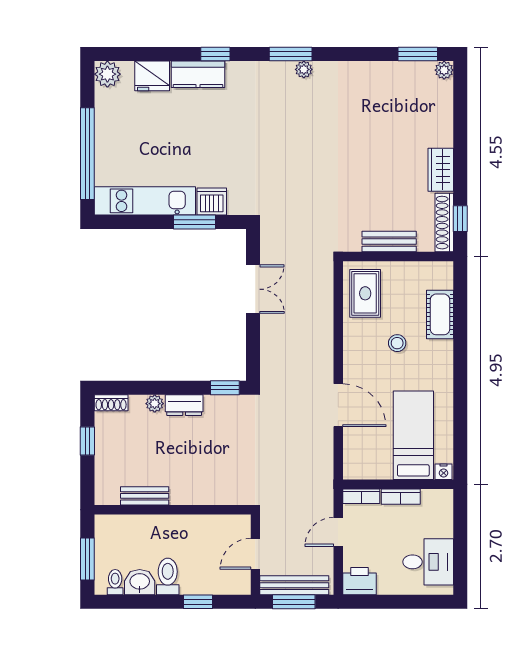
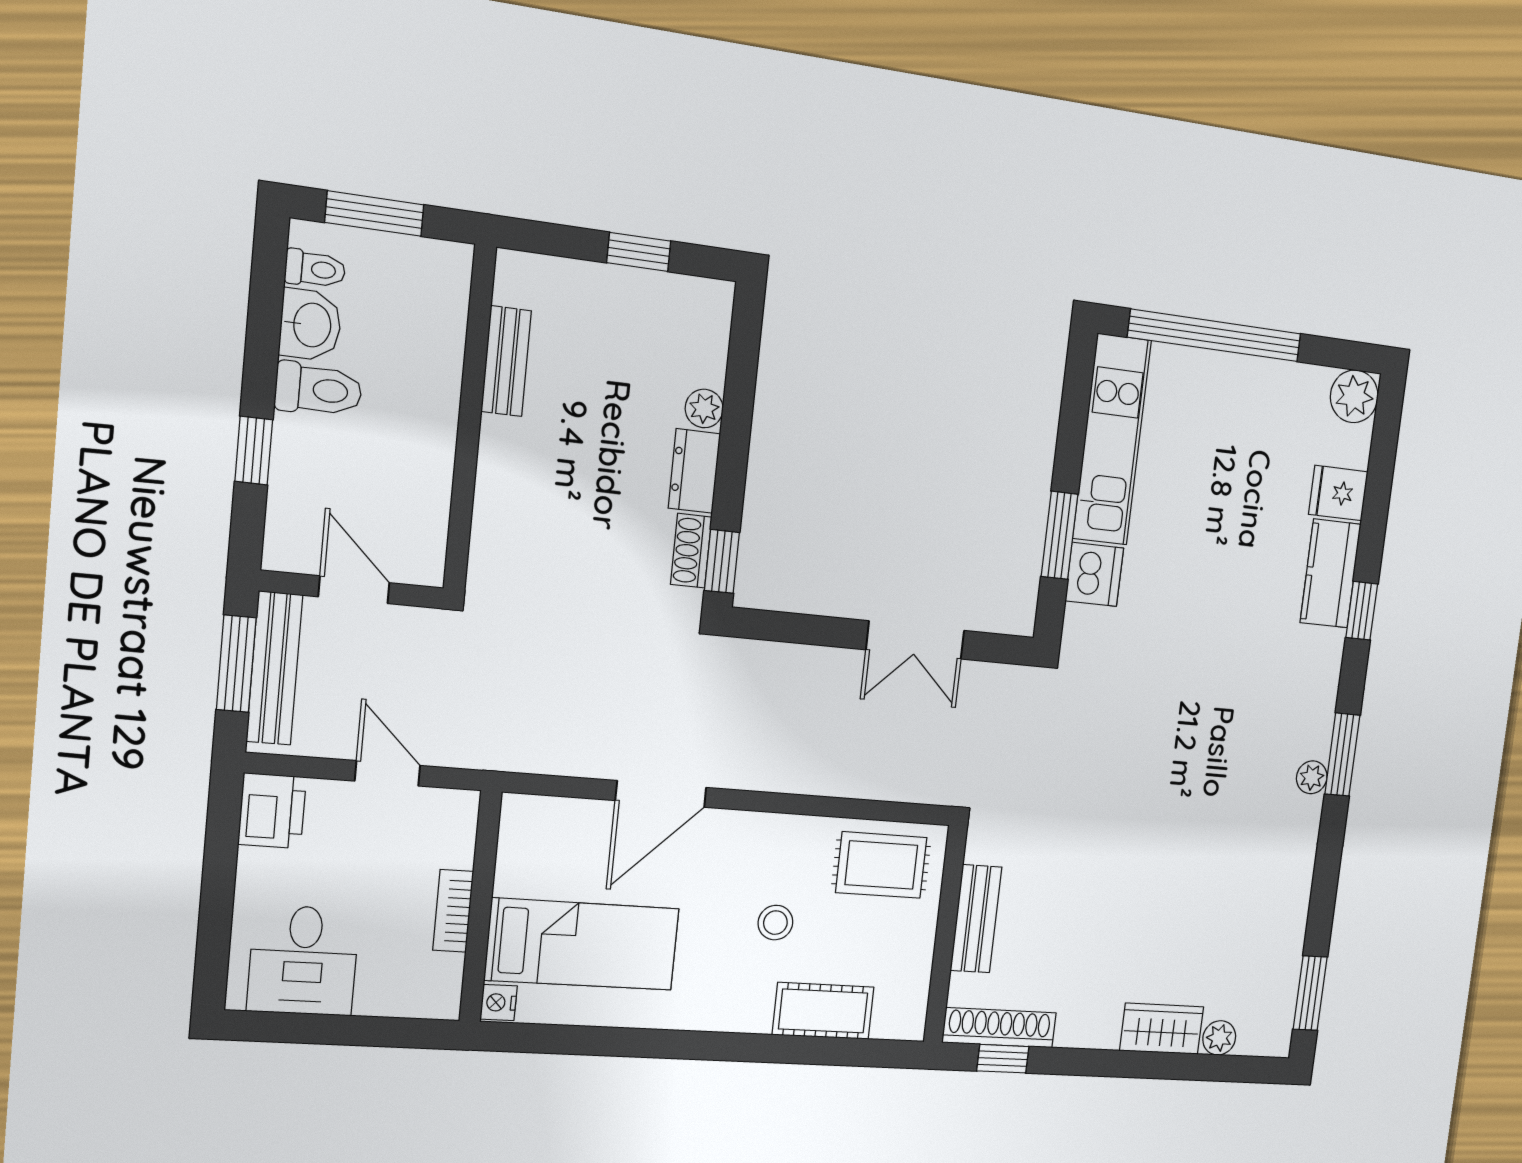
plant: (444, 70) -> (1219, 1038), moved
fridge: (152, 76) -> (1338, 493), width x0.72
wardrobe: (441, 170) -> (1162, 1029), moved
shoe rack: (111, 403) -> (691, 551), moved
bookcase: (361, 496) -> (462, 828), removed

